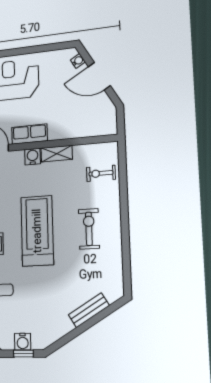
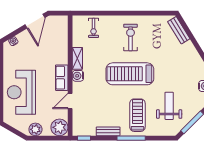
door: (99, 76) -> (35, 21), moved
exercise bike: (89, 229) -> (131, 37), turned 90
bench: (89, 310) -> (179, 30), moved

